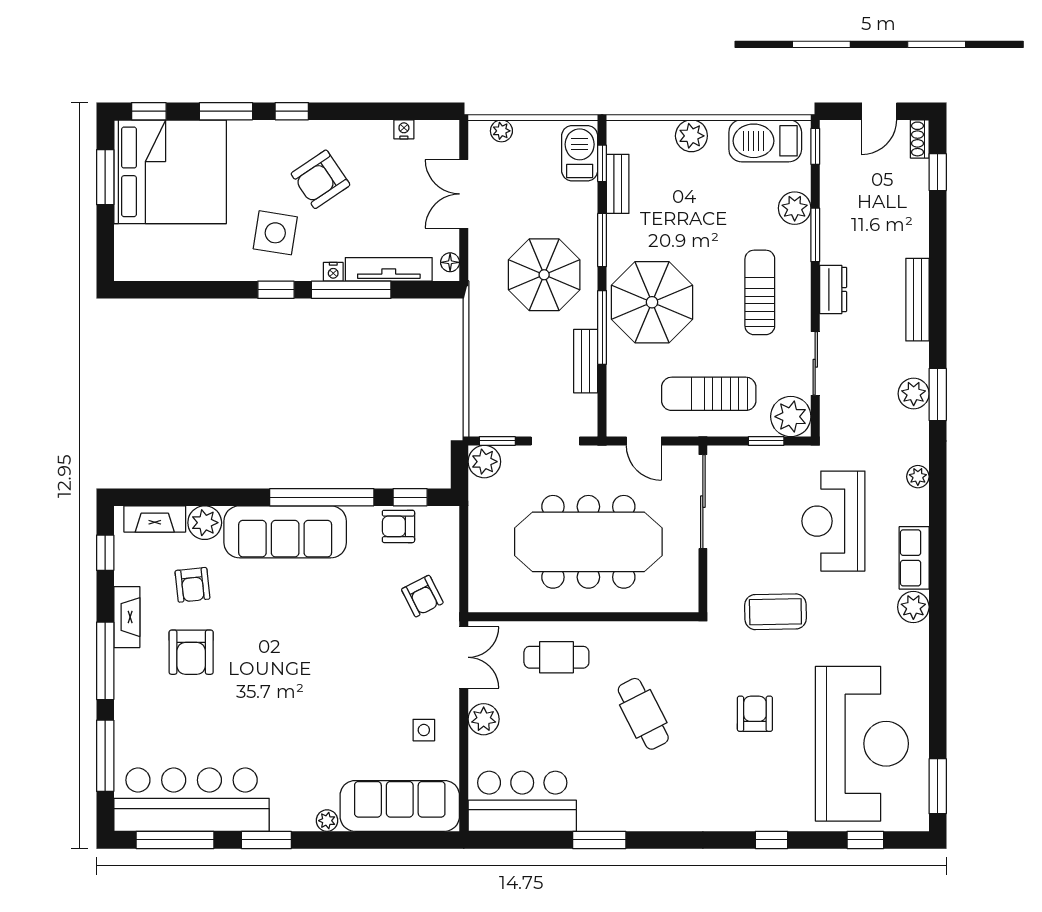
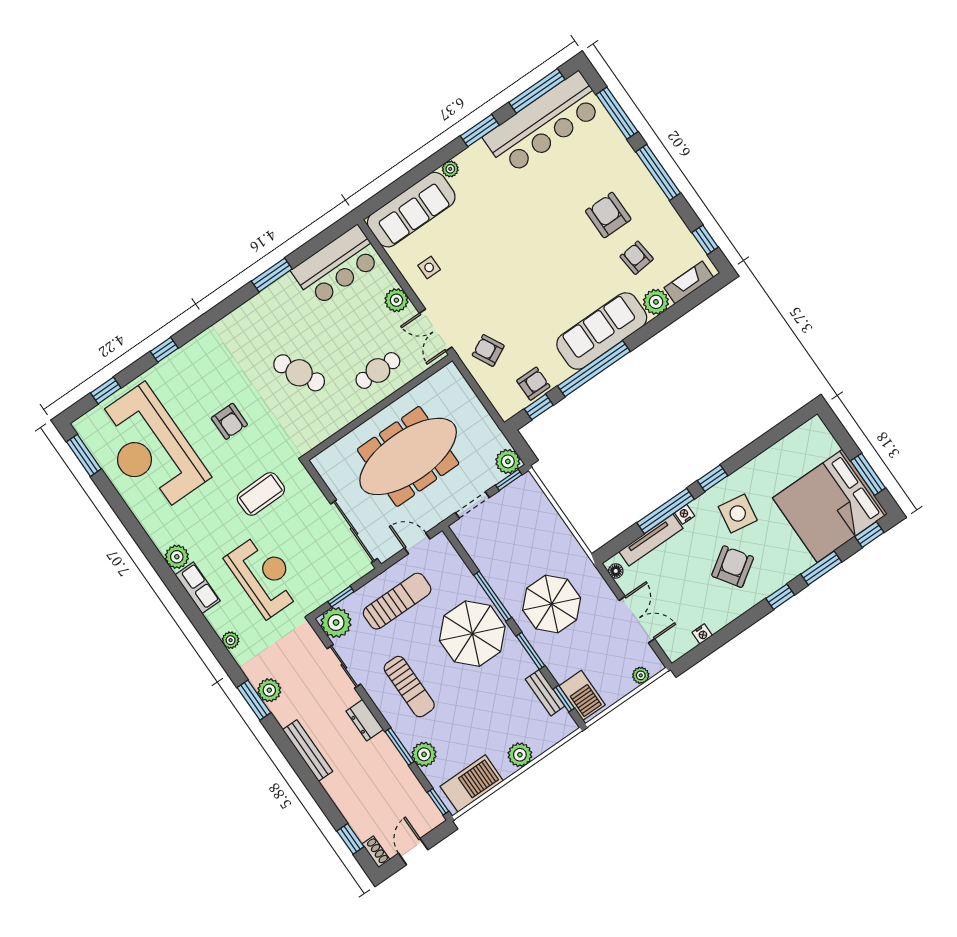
bench: (586, 361) -> (488, 568), removed
fireplace: (127, 617) -> (664, 209), removed

